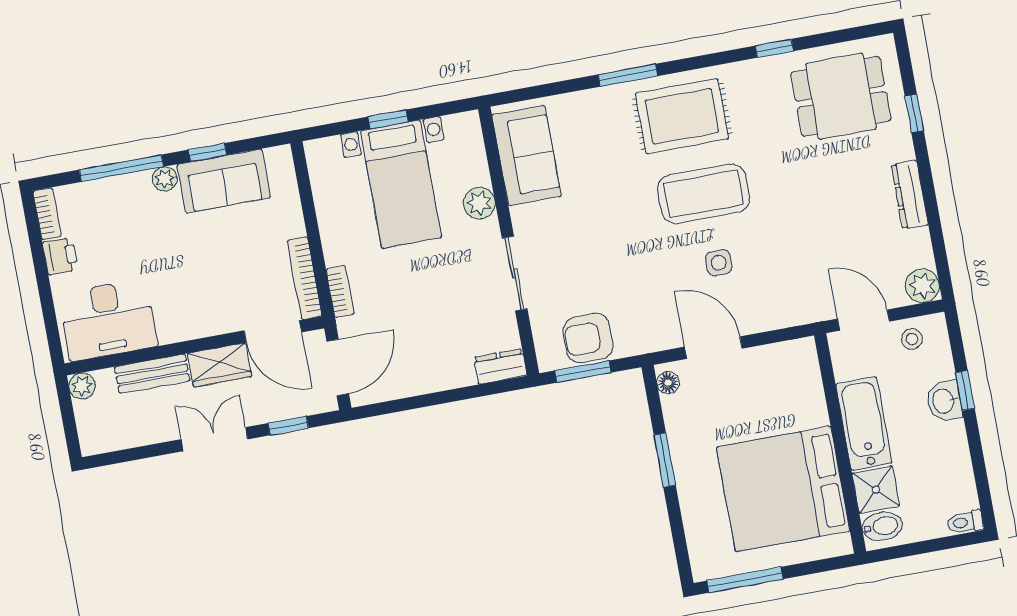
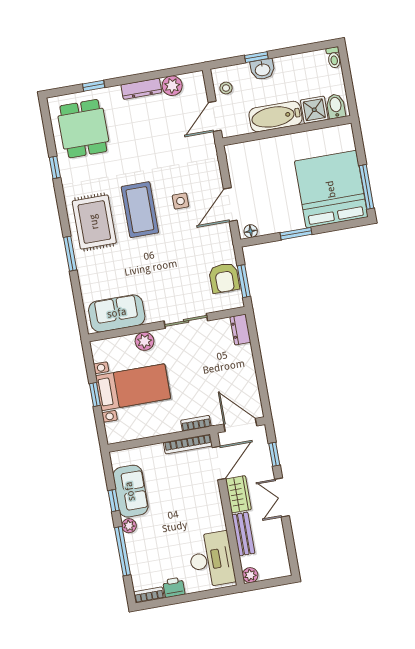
plant: (922, 286) -> (172, 86), moved
bed: (783, 489) -> (331, 189), moved, turned 180

